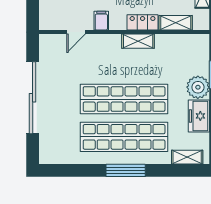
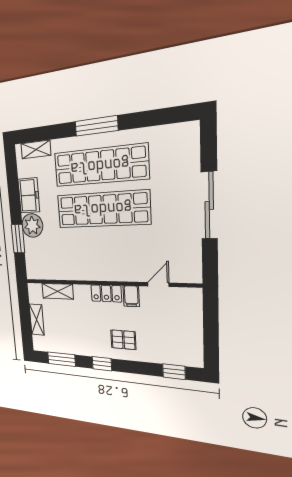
locker: (143, 22) -> (106, 293), moved
shelving: (138, 41) -> (92, 273), removed
sliding door: (33, 98) -> (209, 205), width x0.73

